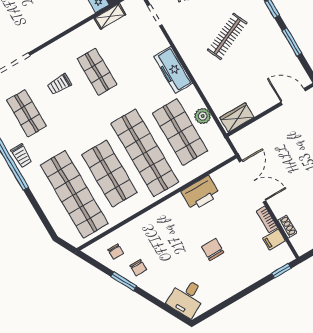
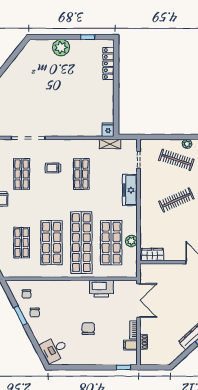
freezer: (173, 70) -> (130, 190), moved
shop shelf: (74, 194) -> (22, 243), width x0.50, depth x0.74

